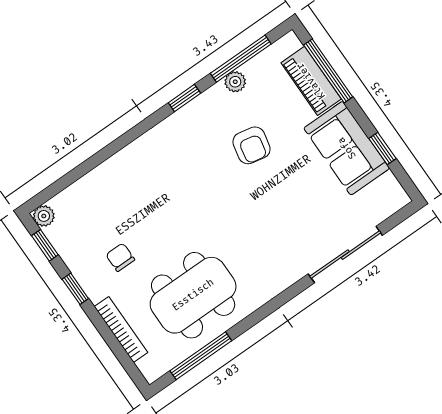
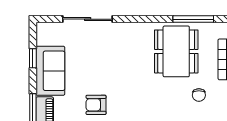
armchair: (252, 145) -> (96, 105), turned -102
dining table: (193, 295) -> (176, 51), turned 90

